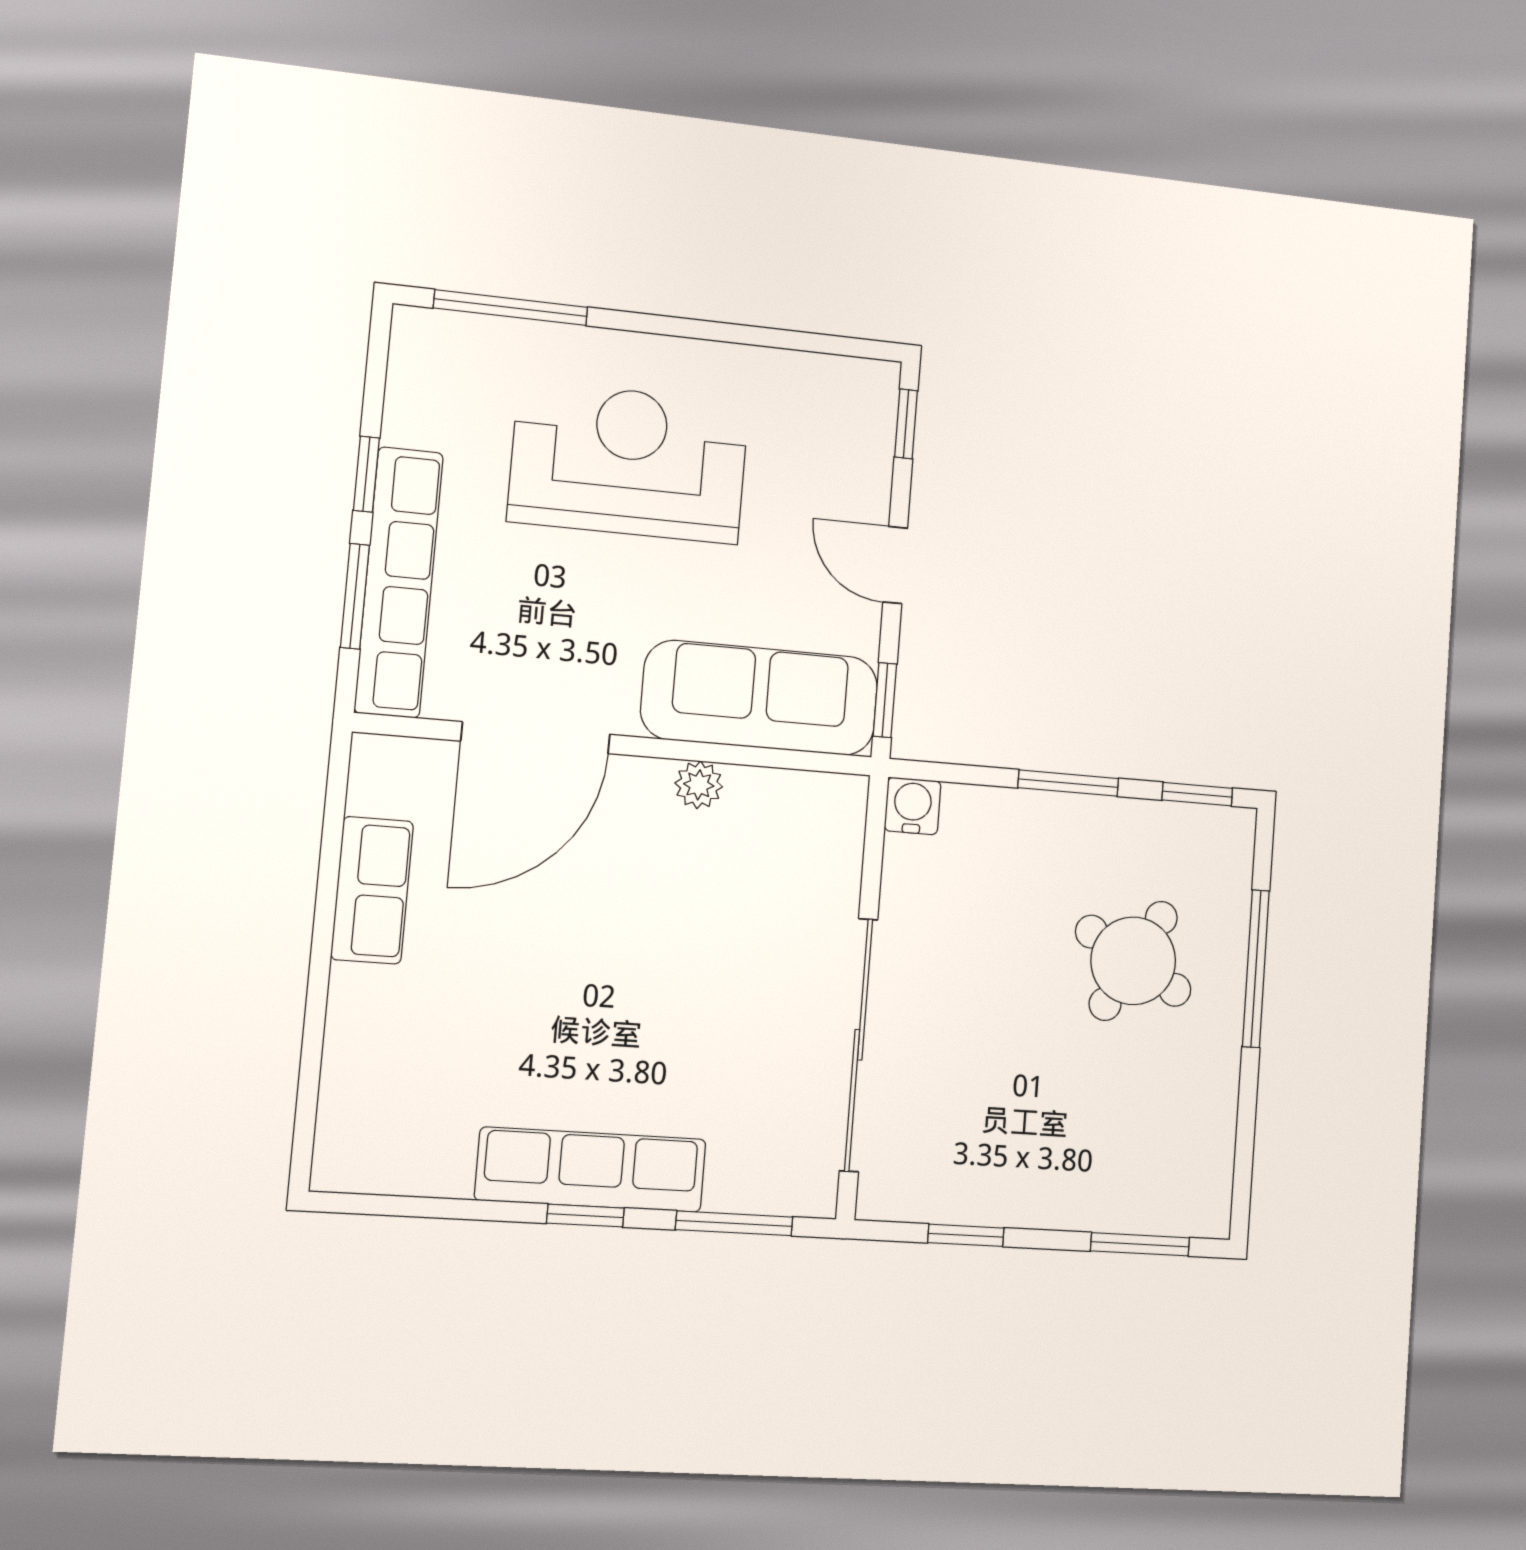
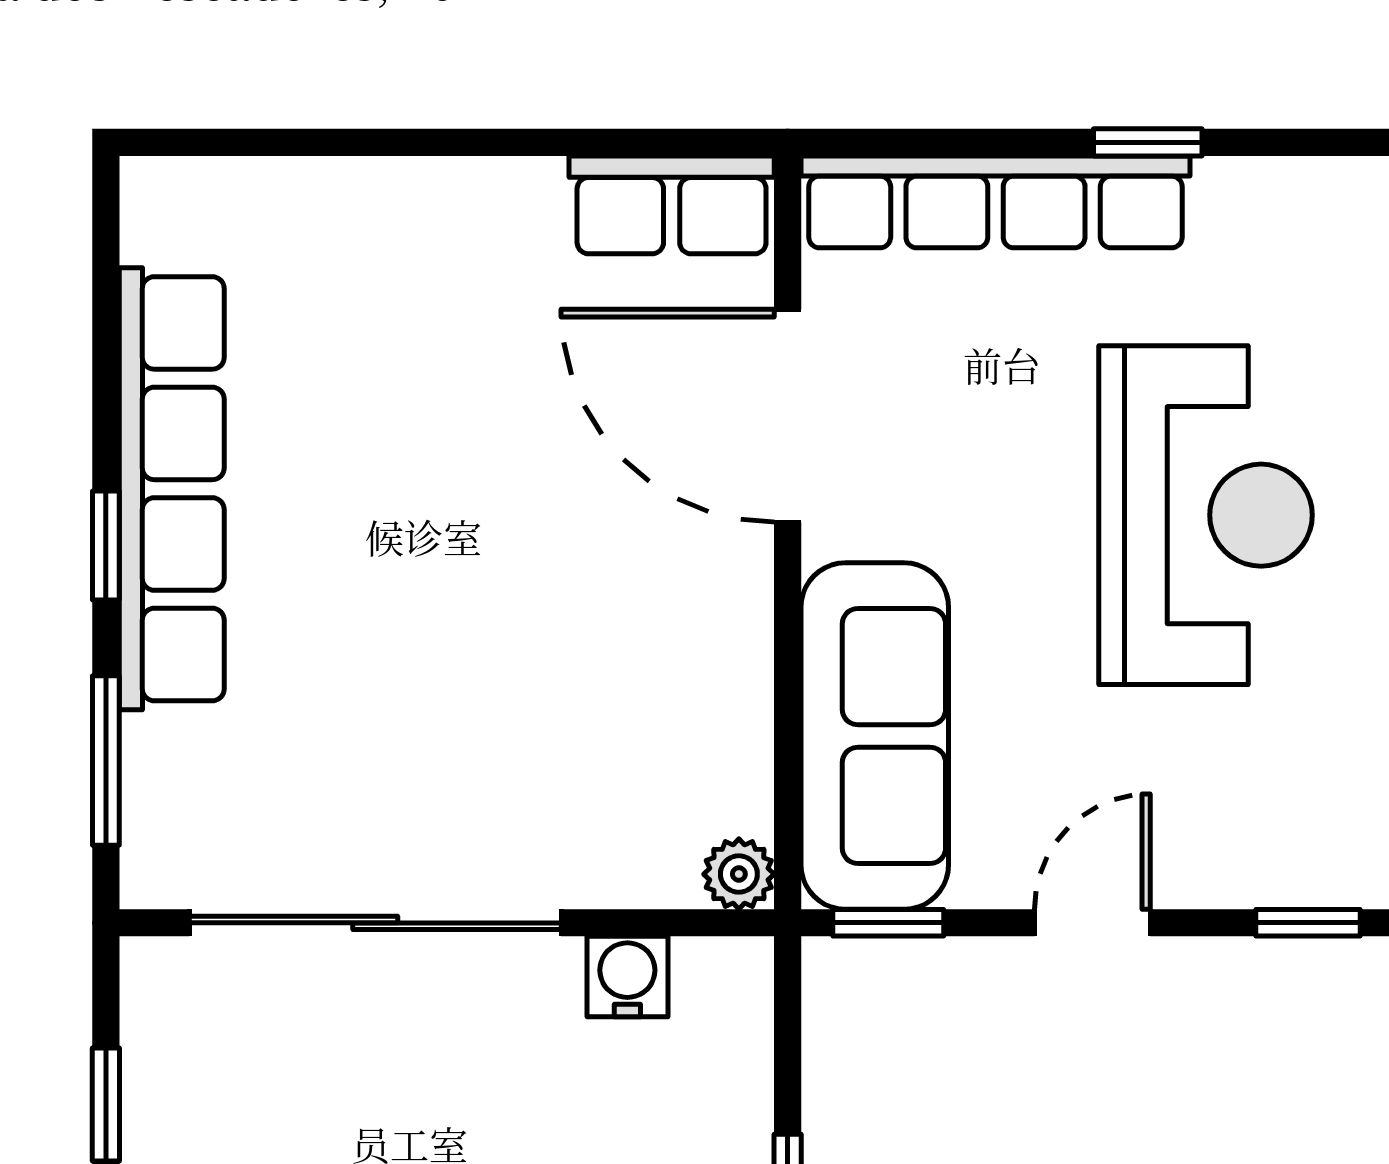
window: (355, 596) -> (969, 142), removed
plant: (699, 785) -> (739, 874), moved
water cooler: (913, 806) -> (627, 977), moved, turned -90
row of seats: (372, 890) -> (672, 205), moved
row of seats: (591, 1170) -> (172, 489), width x1.36

